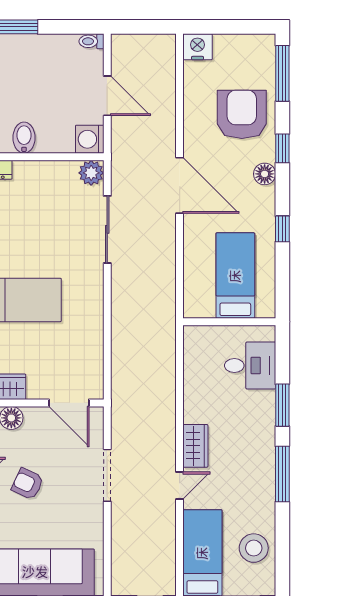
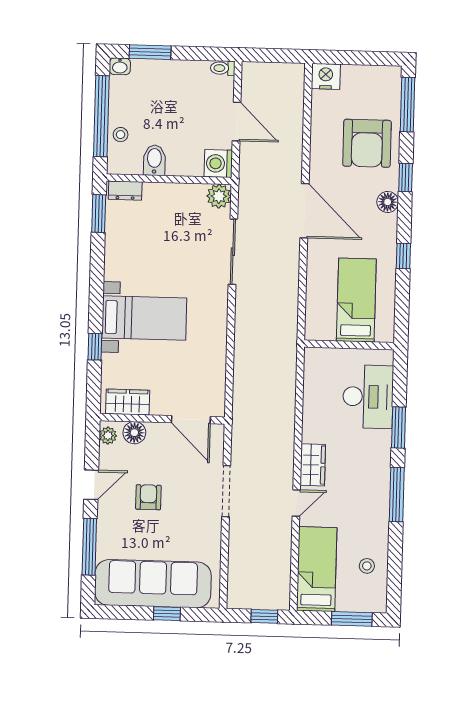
armchair: (242, 114) -> (367, 143), turned 180
desk: (250, 366) -> (368, 397), width x1.37
armchair: (28, 484) -> (148, 497), turned 65
stool: (254, 548) -> (367, 566), width x0.53, depth x0.53

